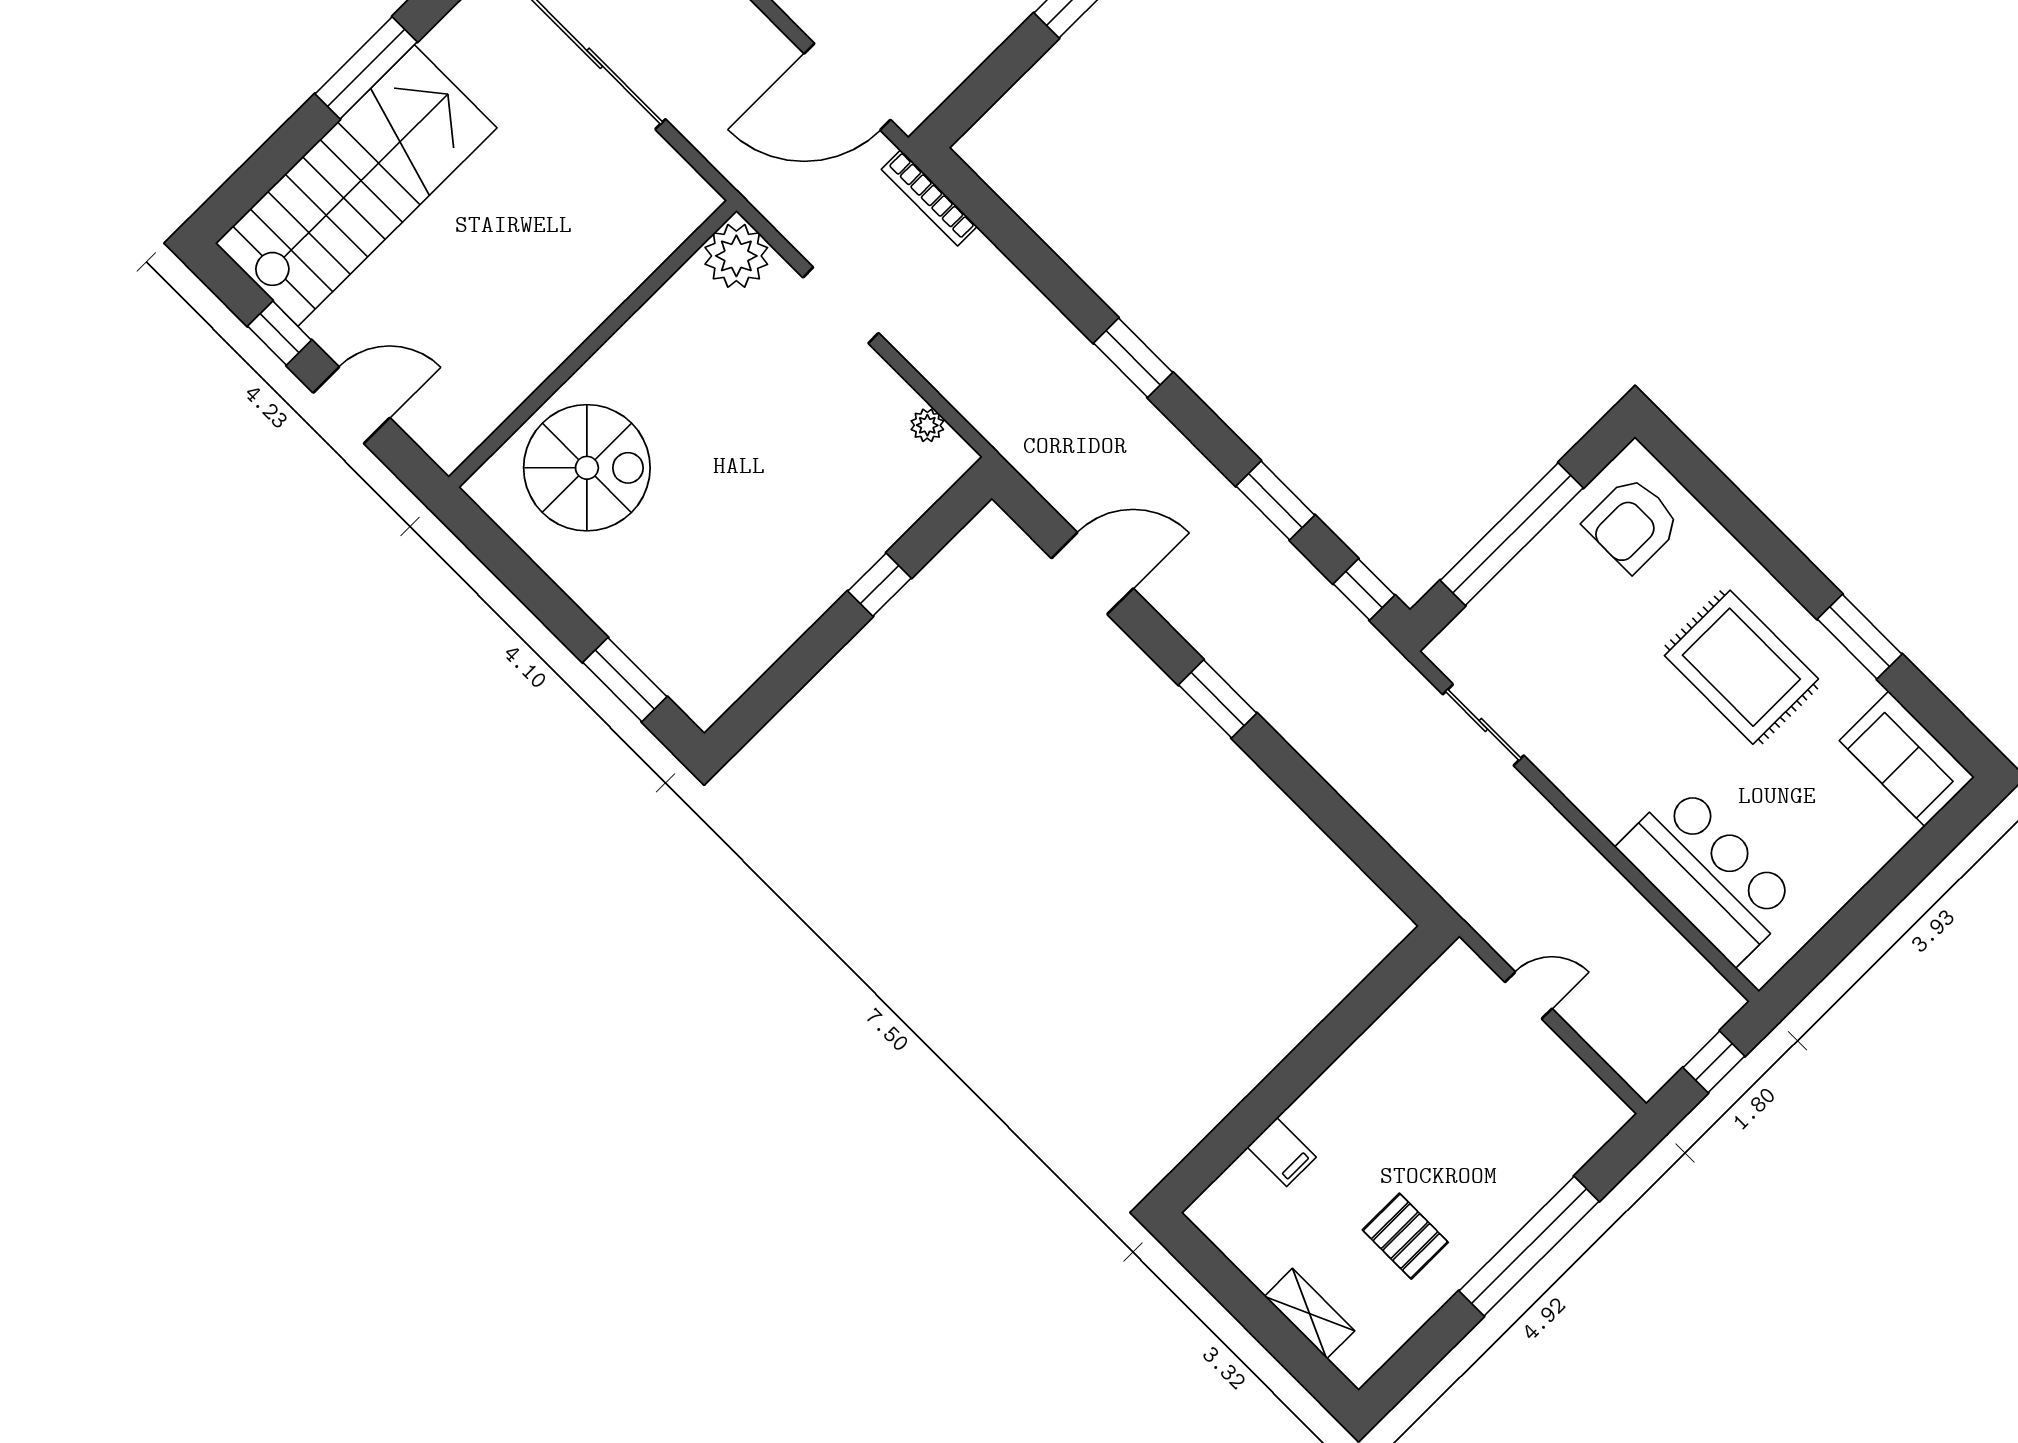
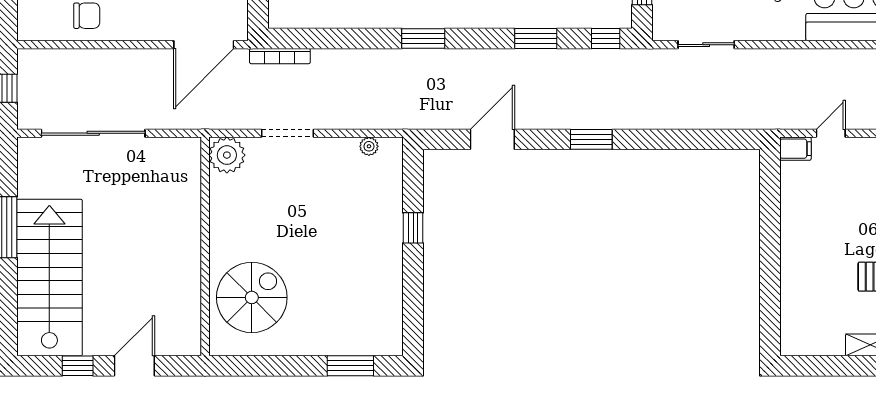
filing cabinet: (1282, 1152) -> (795, 149), moved

